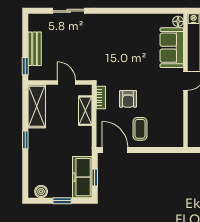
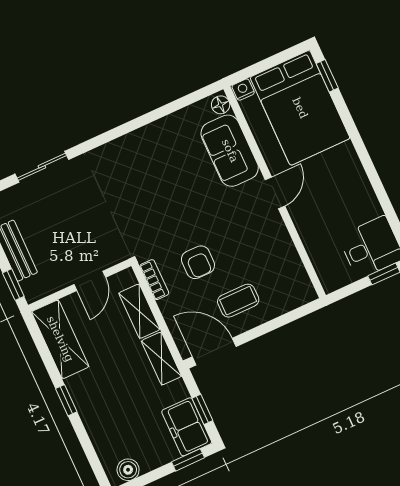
door: (66, 83) -> (90, 281), swing flipped
coffee table: (140, 129) -> (238, 301), turned 90
shelving: (85, 141) -> (161, 359), added
freezer: (82, 177) -> (187, 427), width x0.71
window: (62, 201) -> (188, 460), moved

